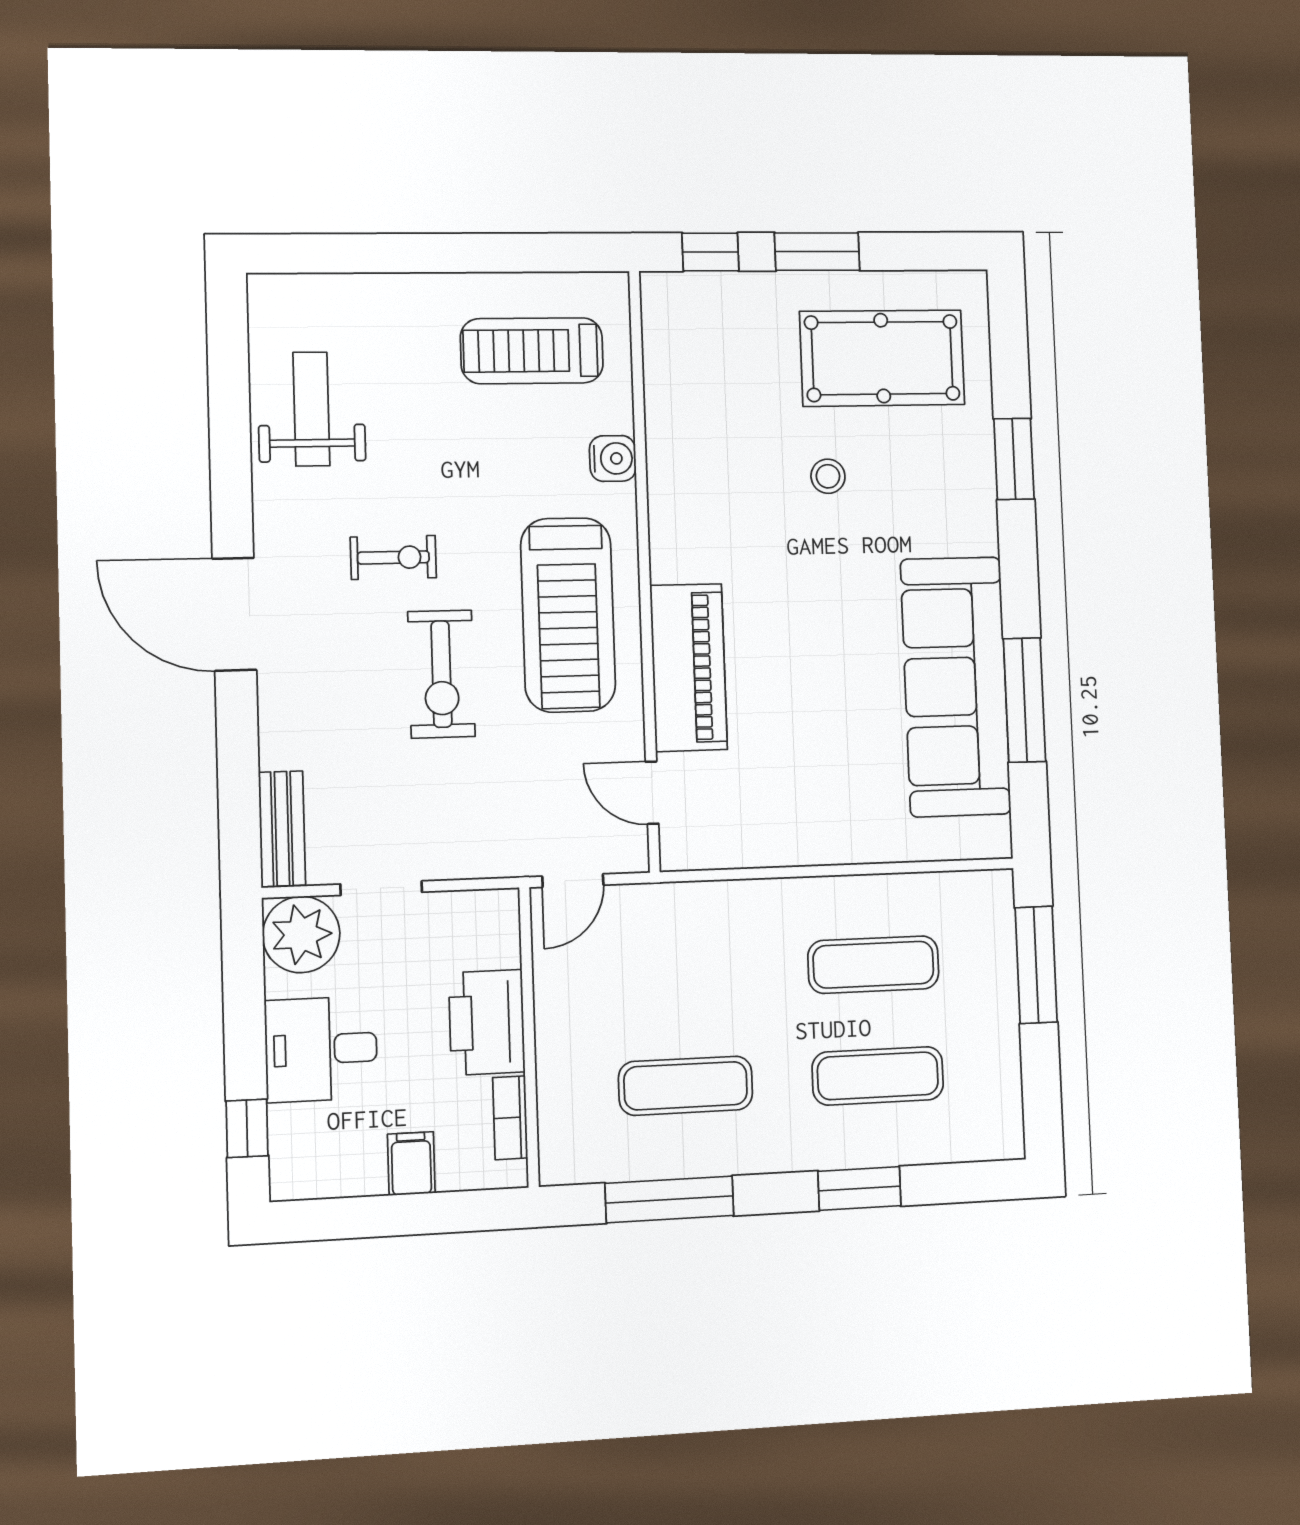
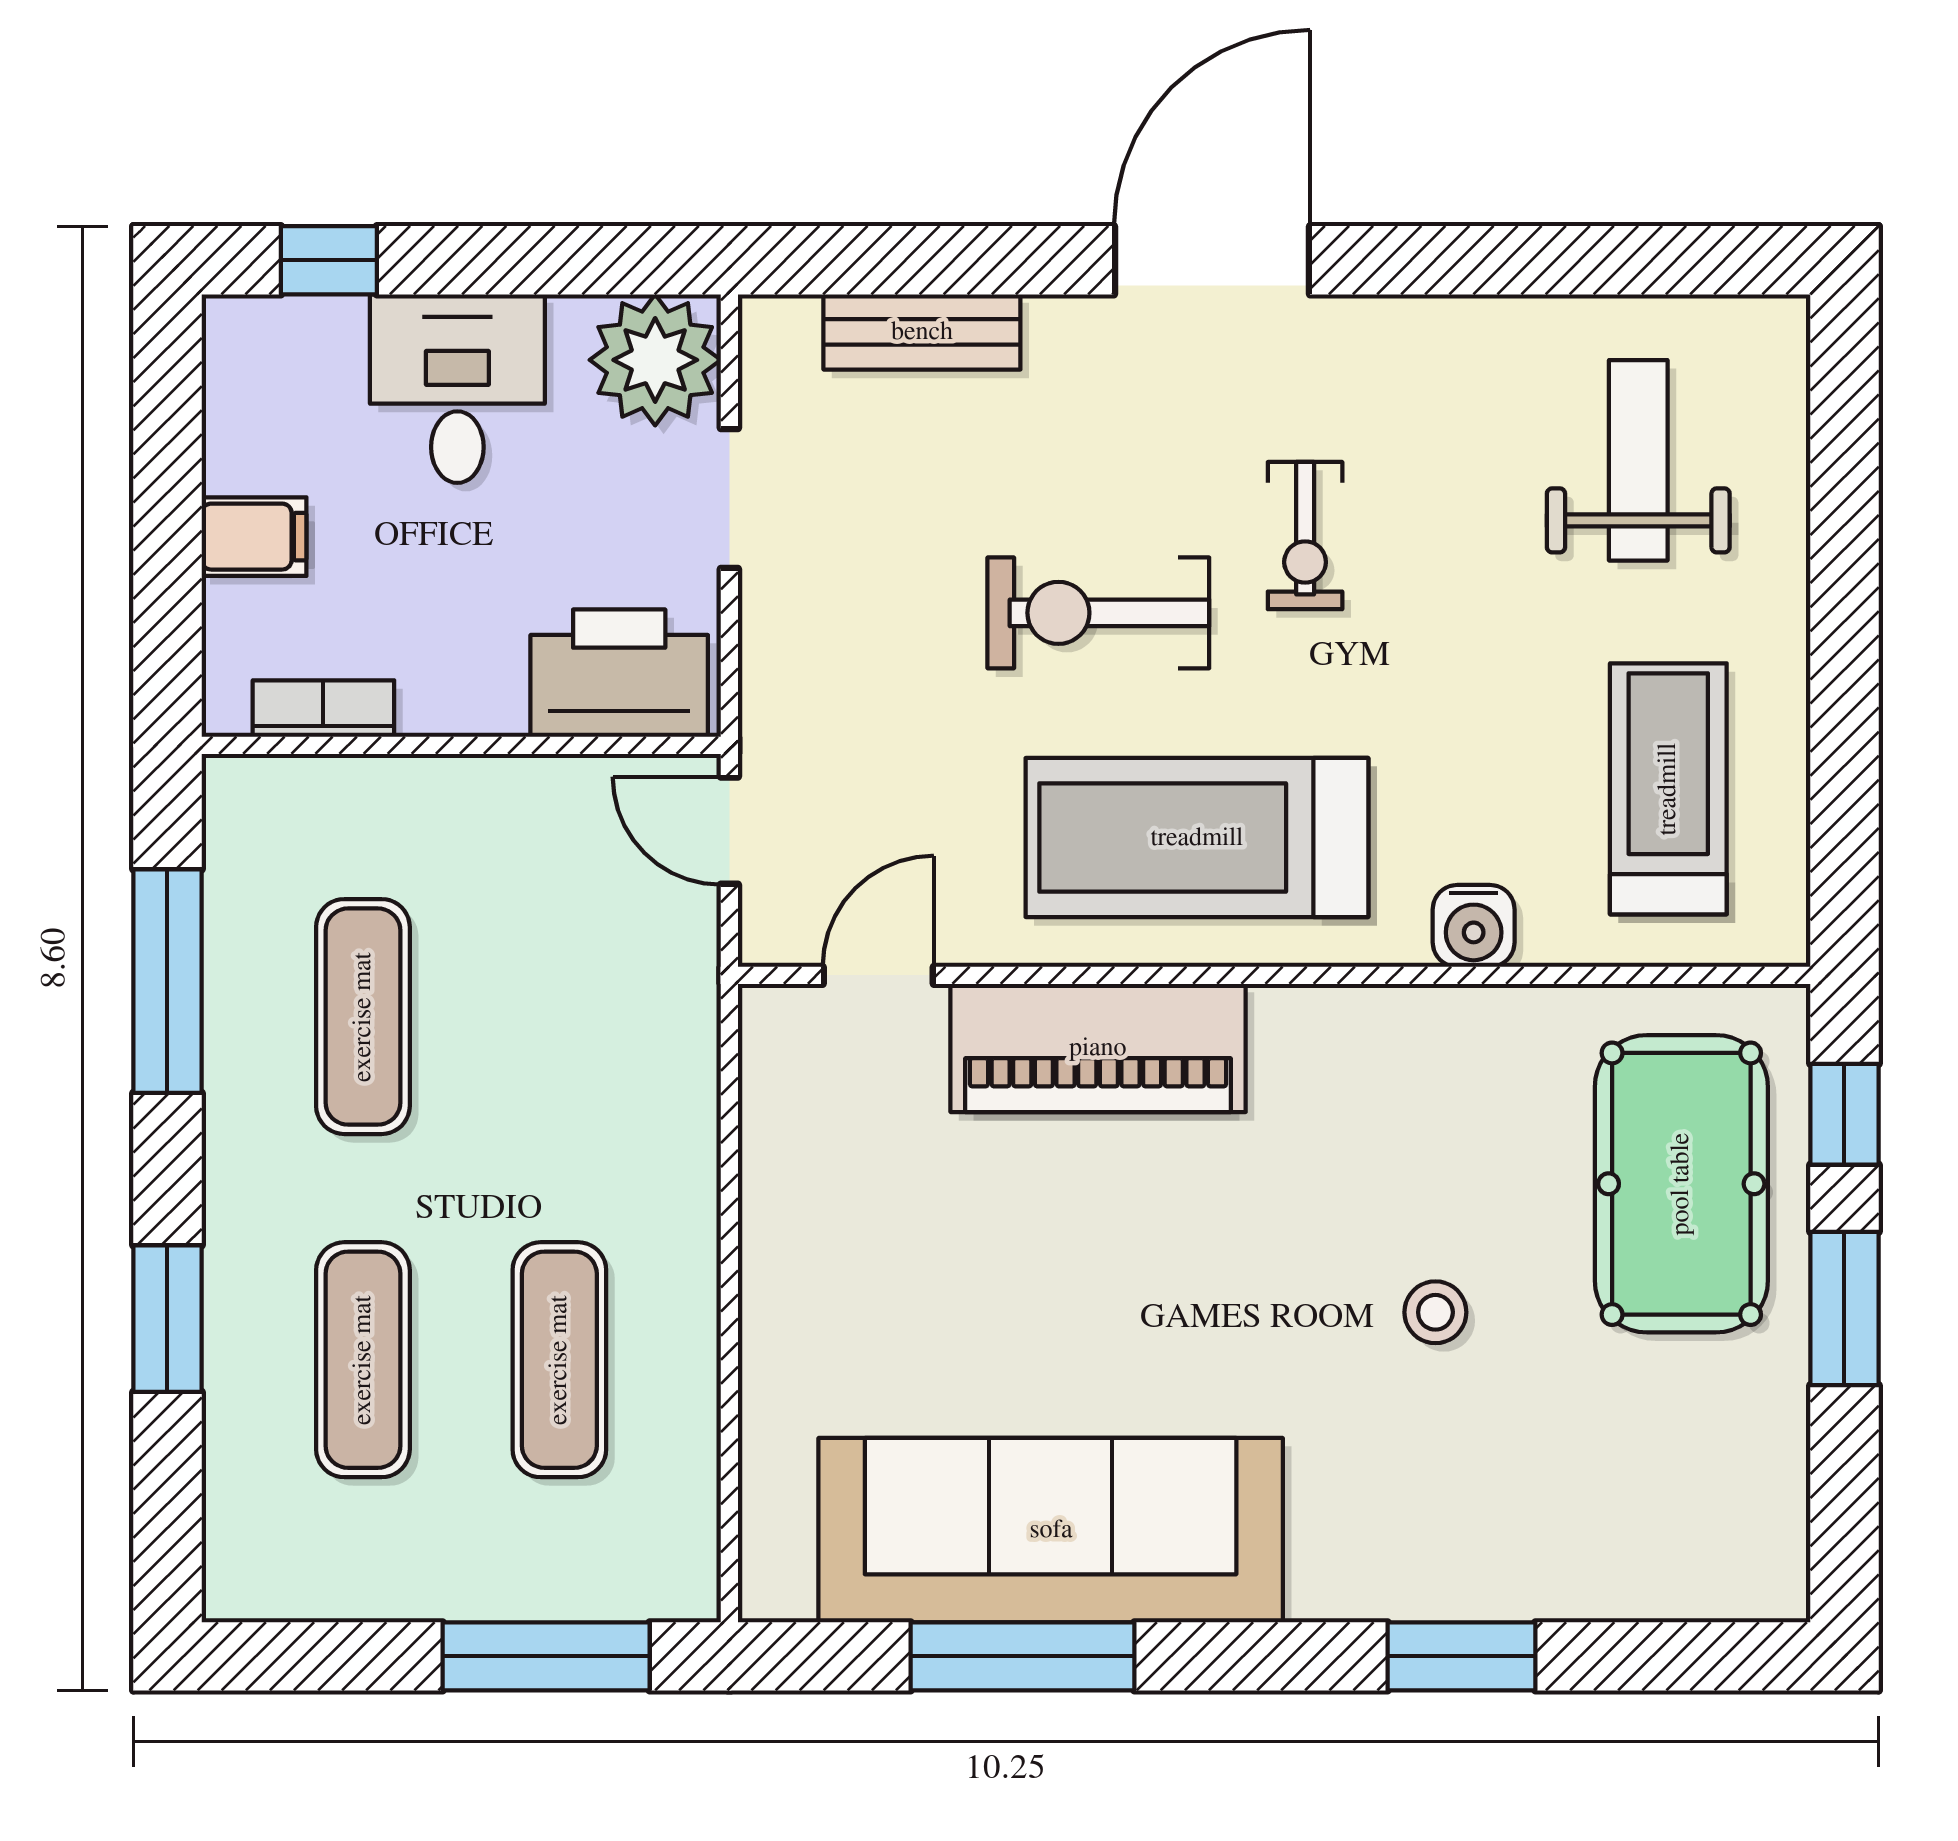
pool table: (882, 358) -> (1681, 1184), moved
weight bench: (311, 409) -> (1638, 460), moved, turned -90
bench: (282, 829) -> (922, 332), moved
printer: (487, 1022) -> (619, 673), moved

